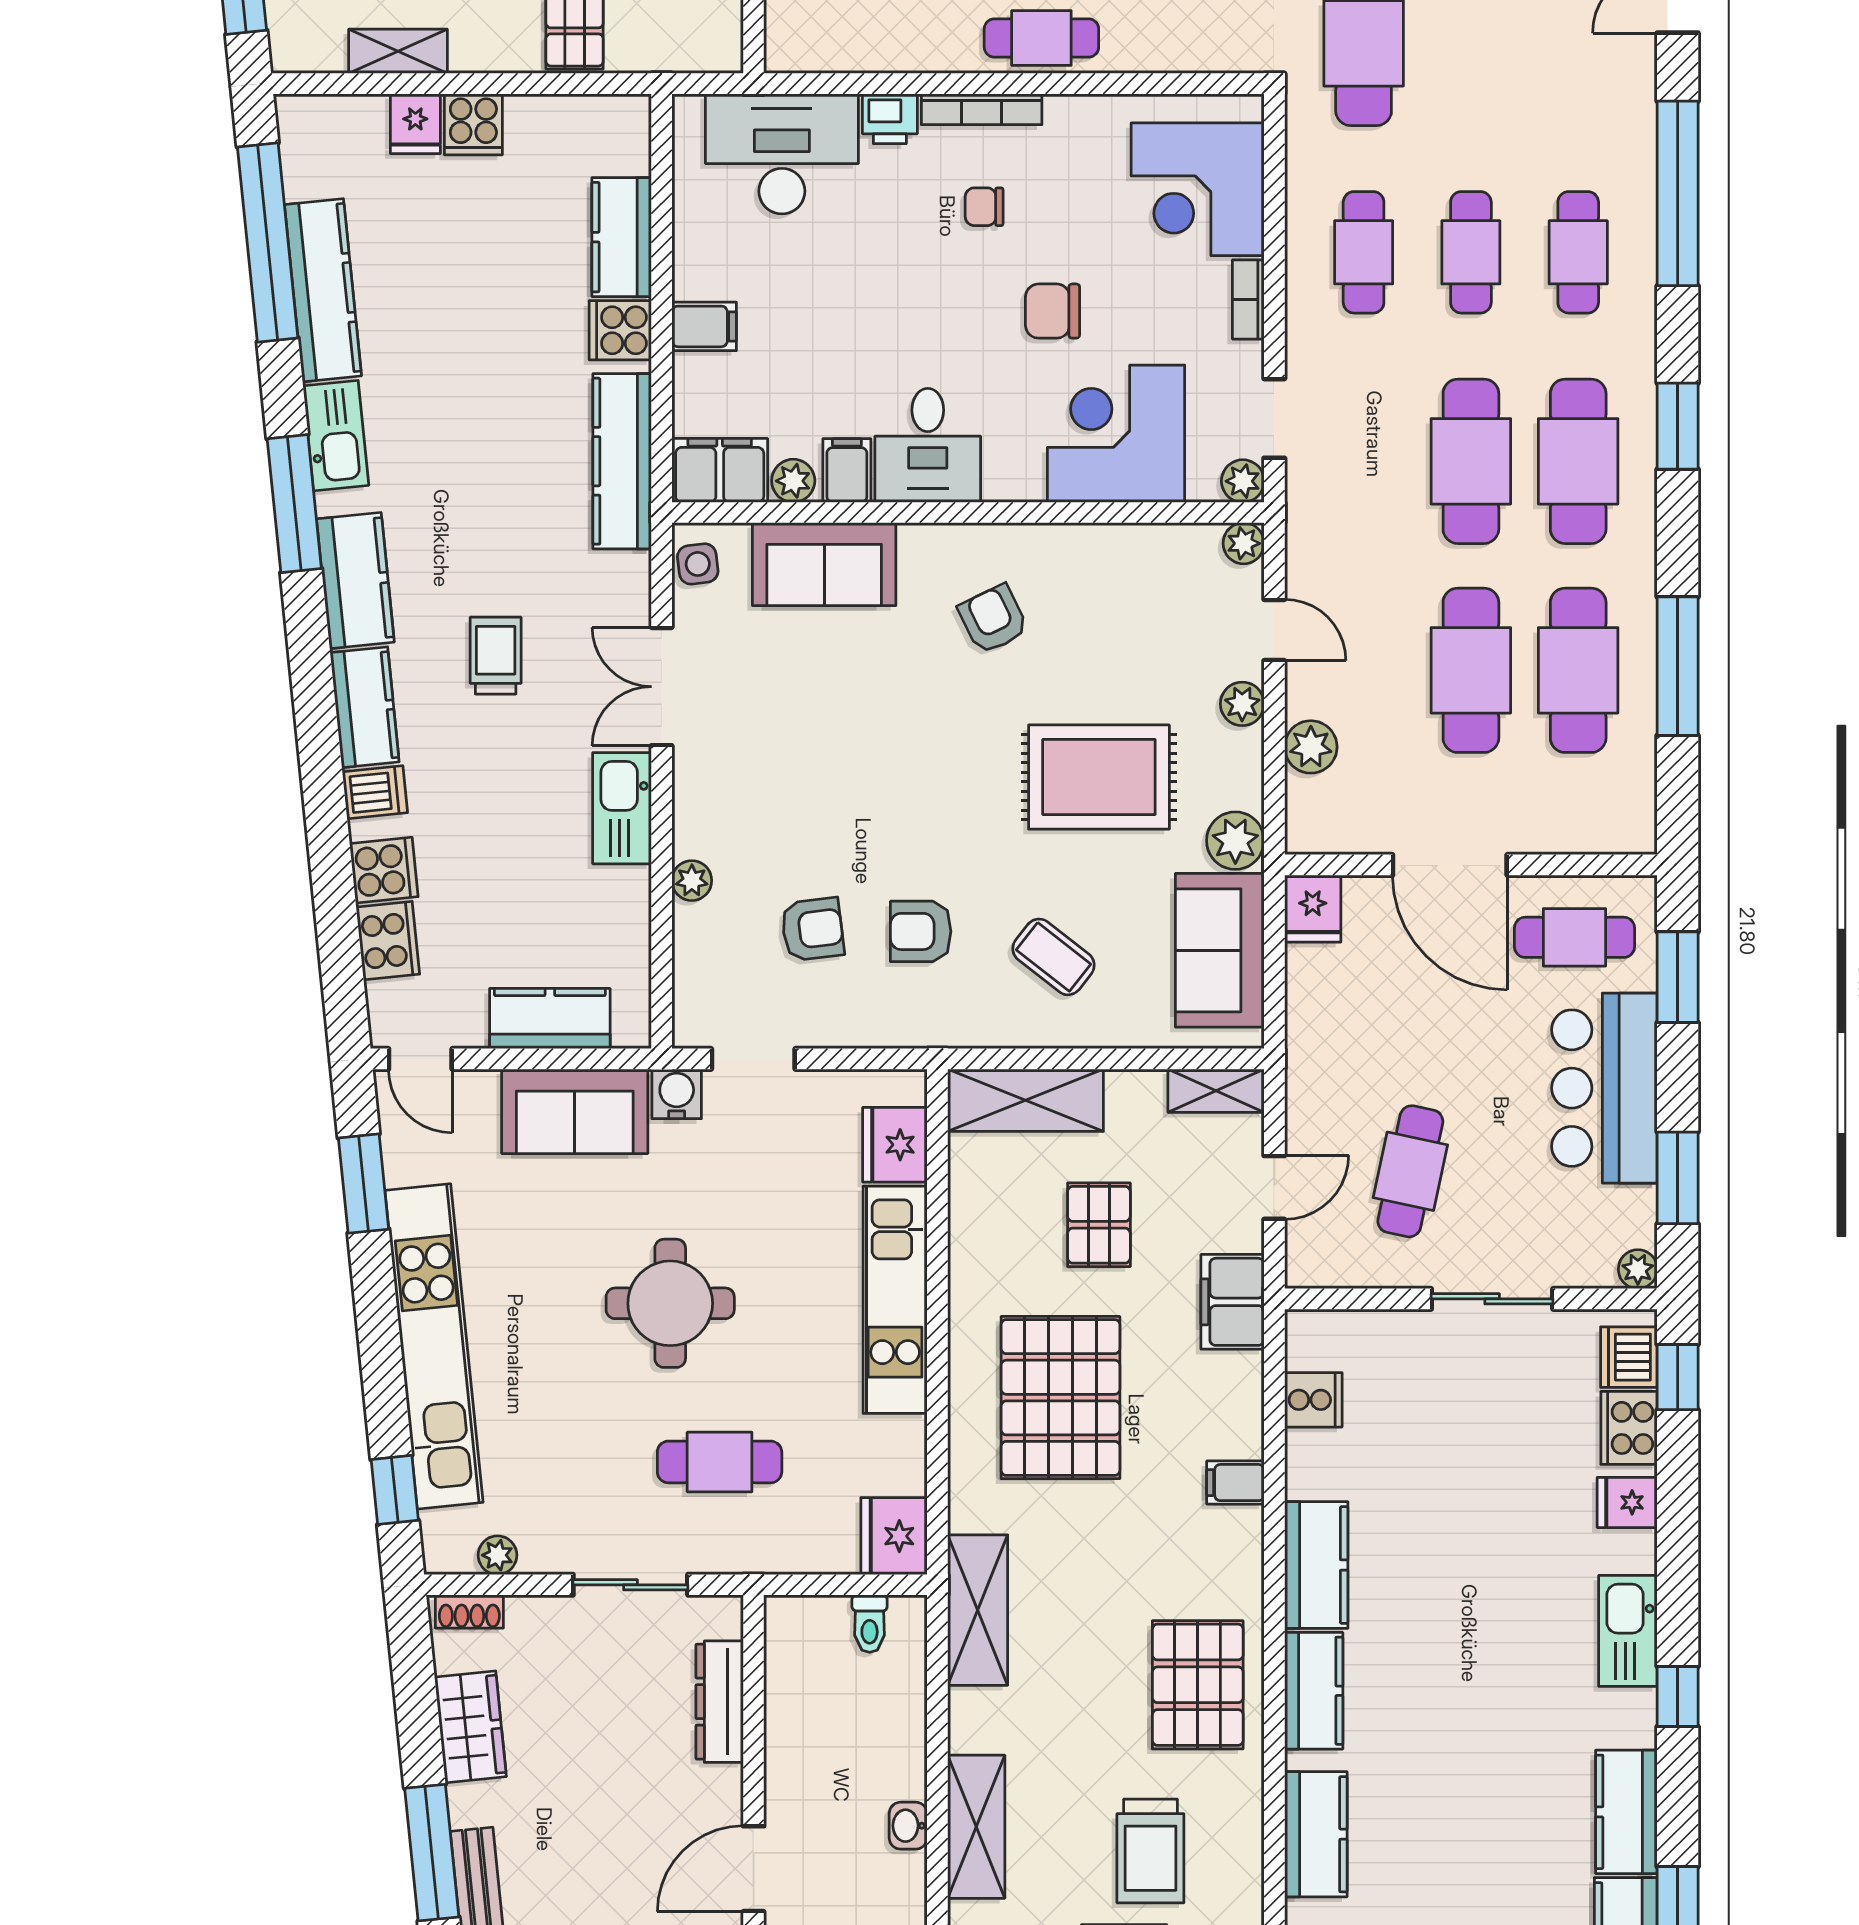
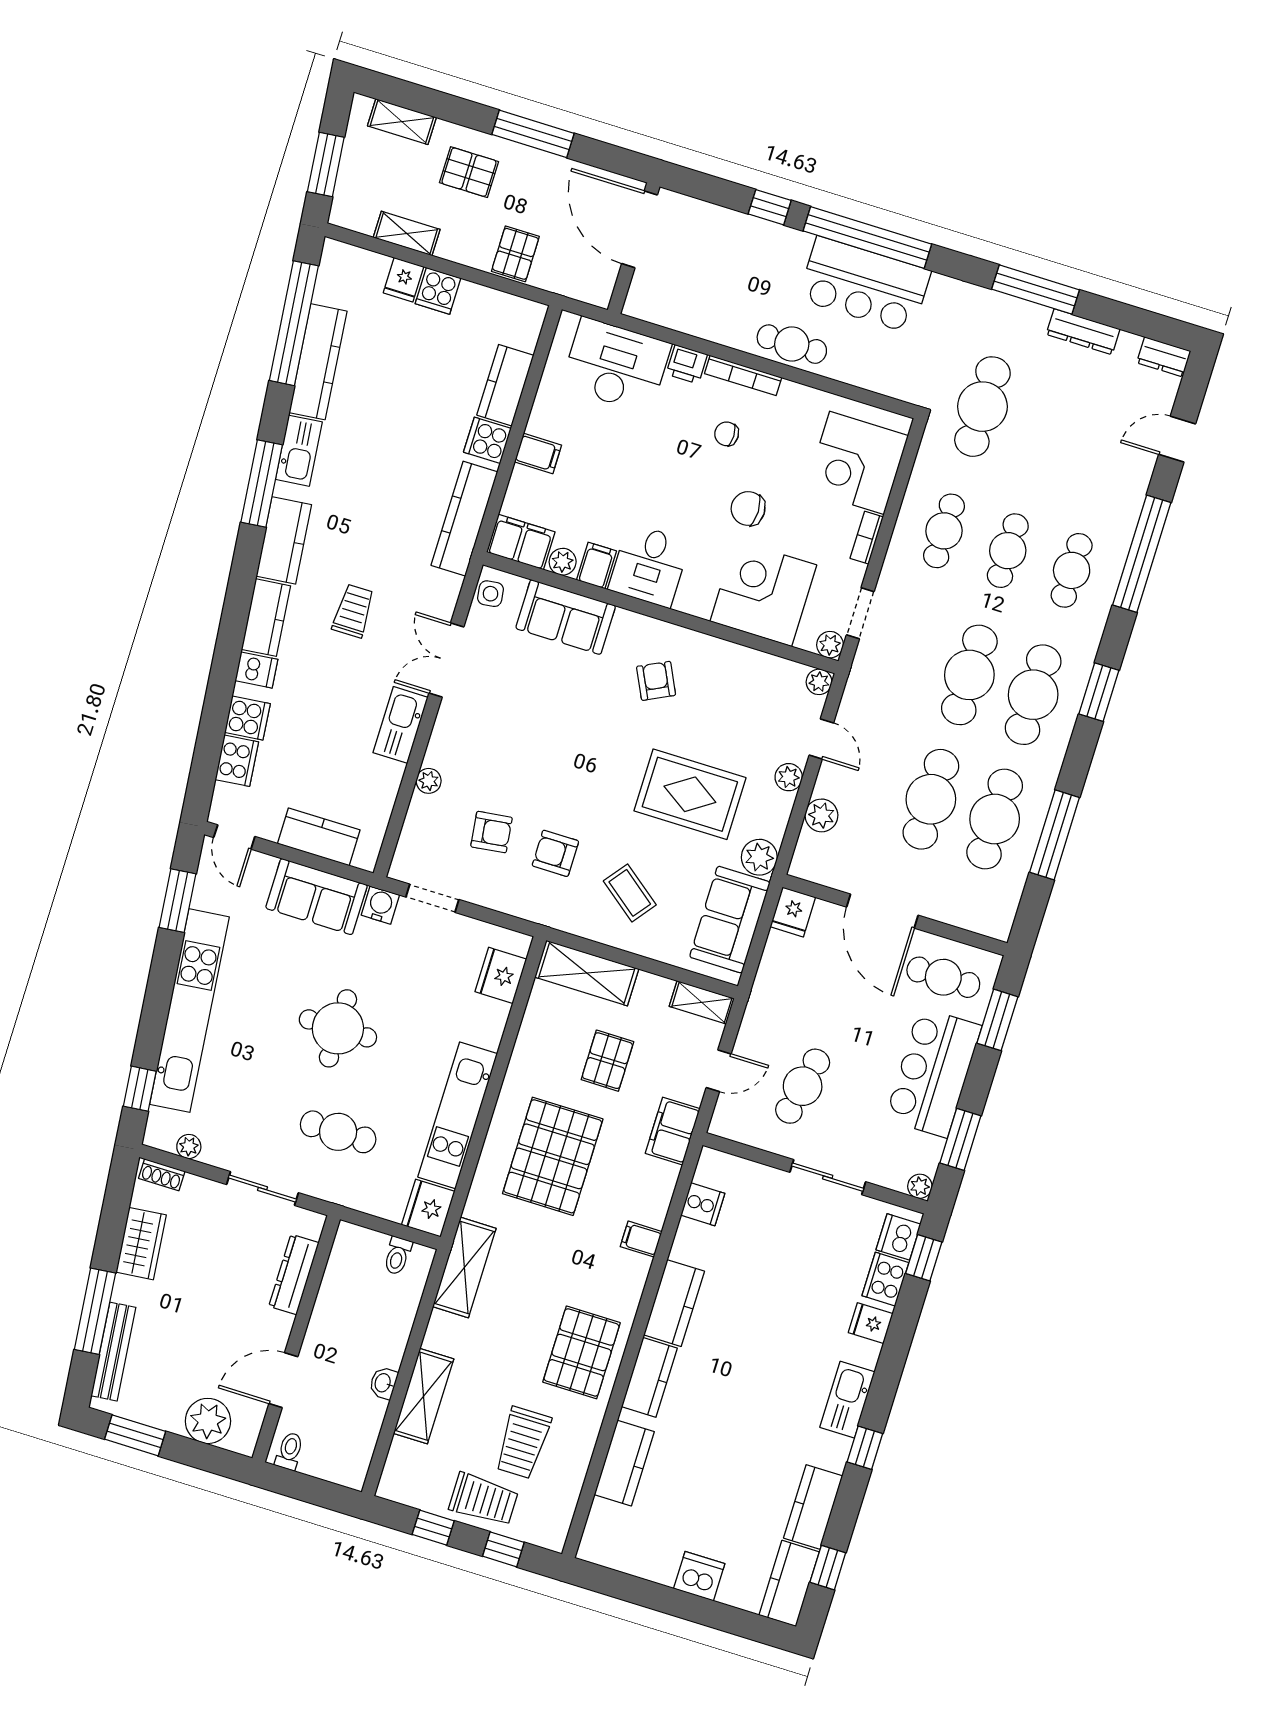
kitchen unit: (895, 1300) -> (458, 1115), moved

